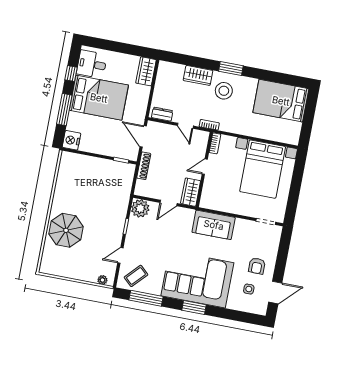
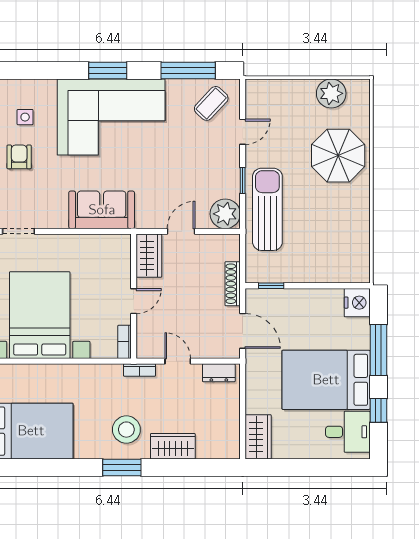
sun lounger: (114, 206) -> (267, 209), added
plant: (102, 280) -> (331, 93), moved, width x1.87, depth x1.87

